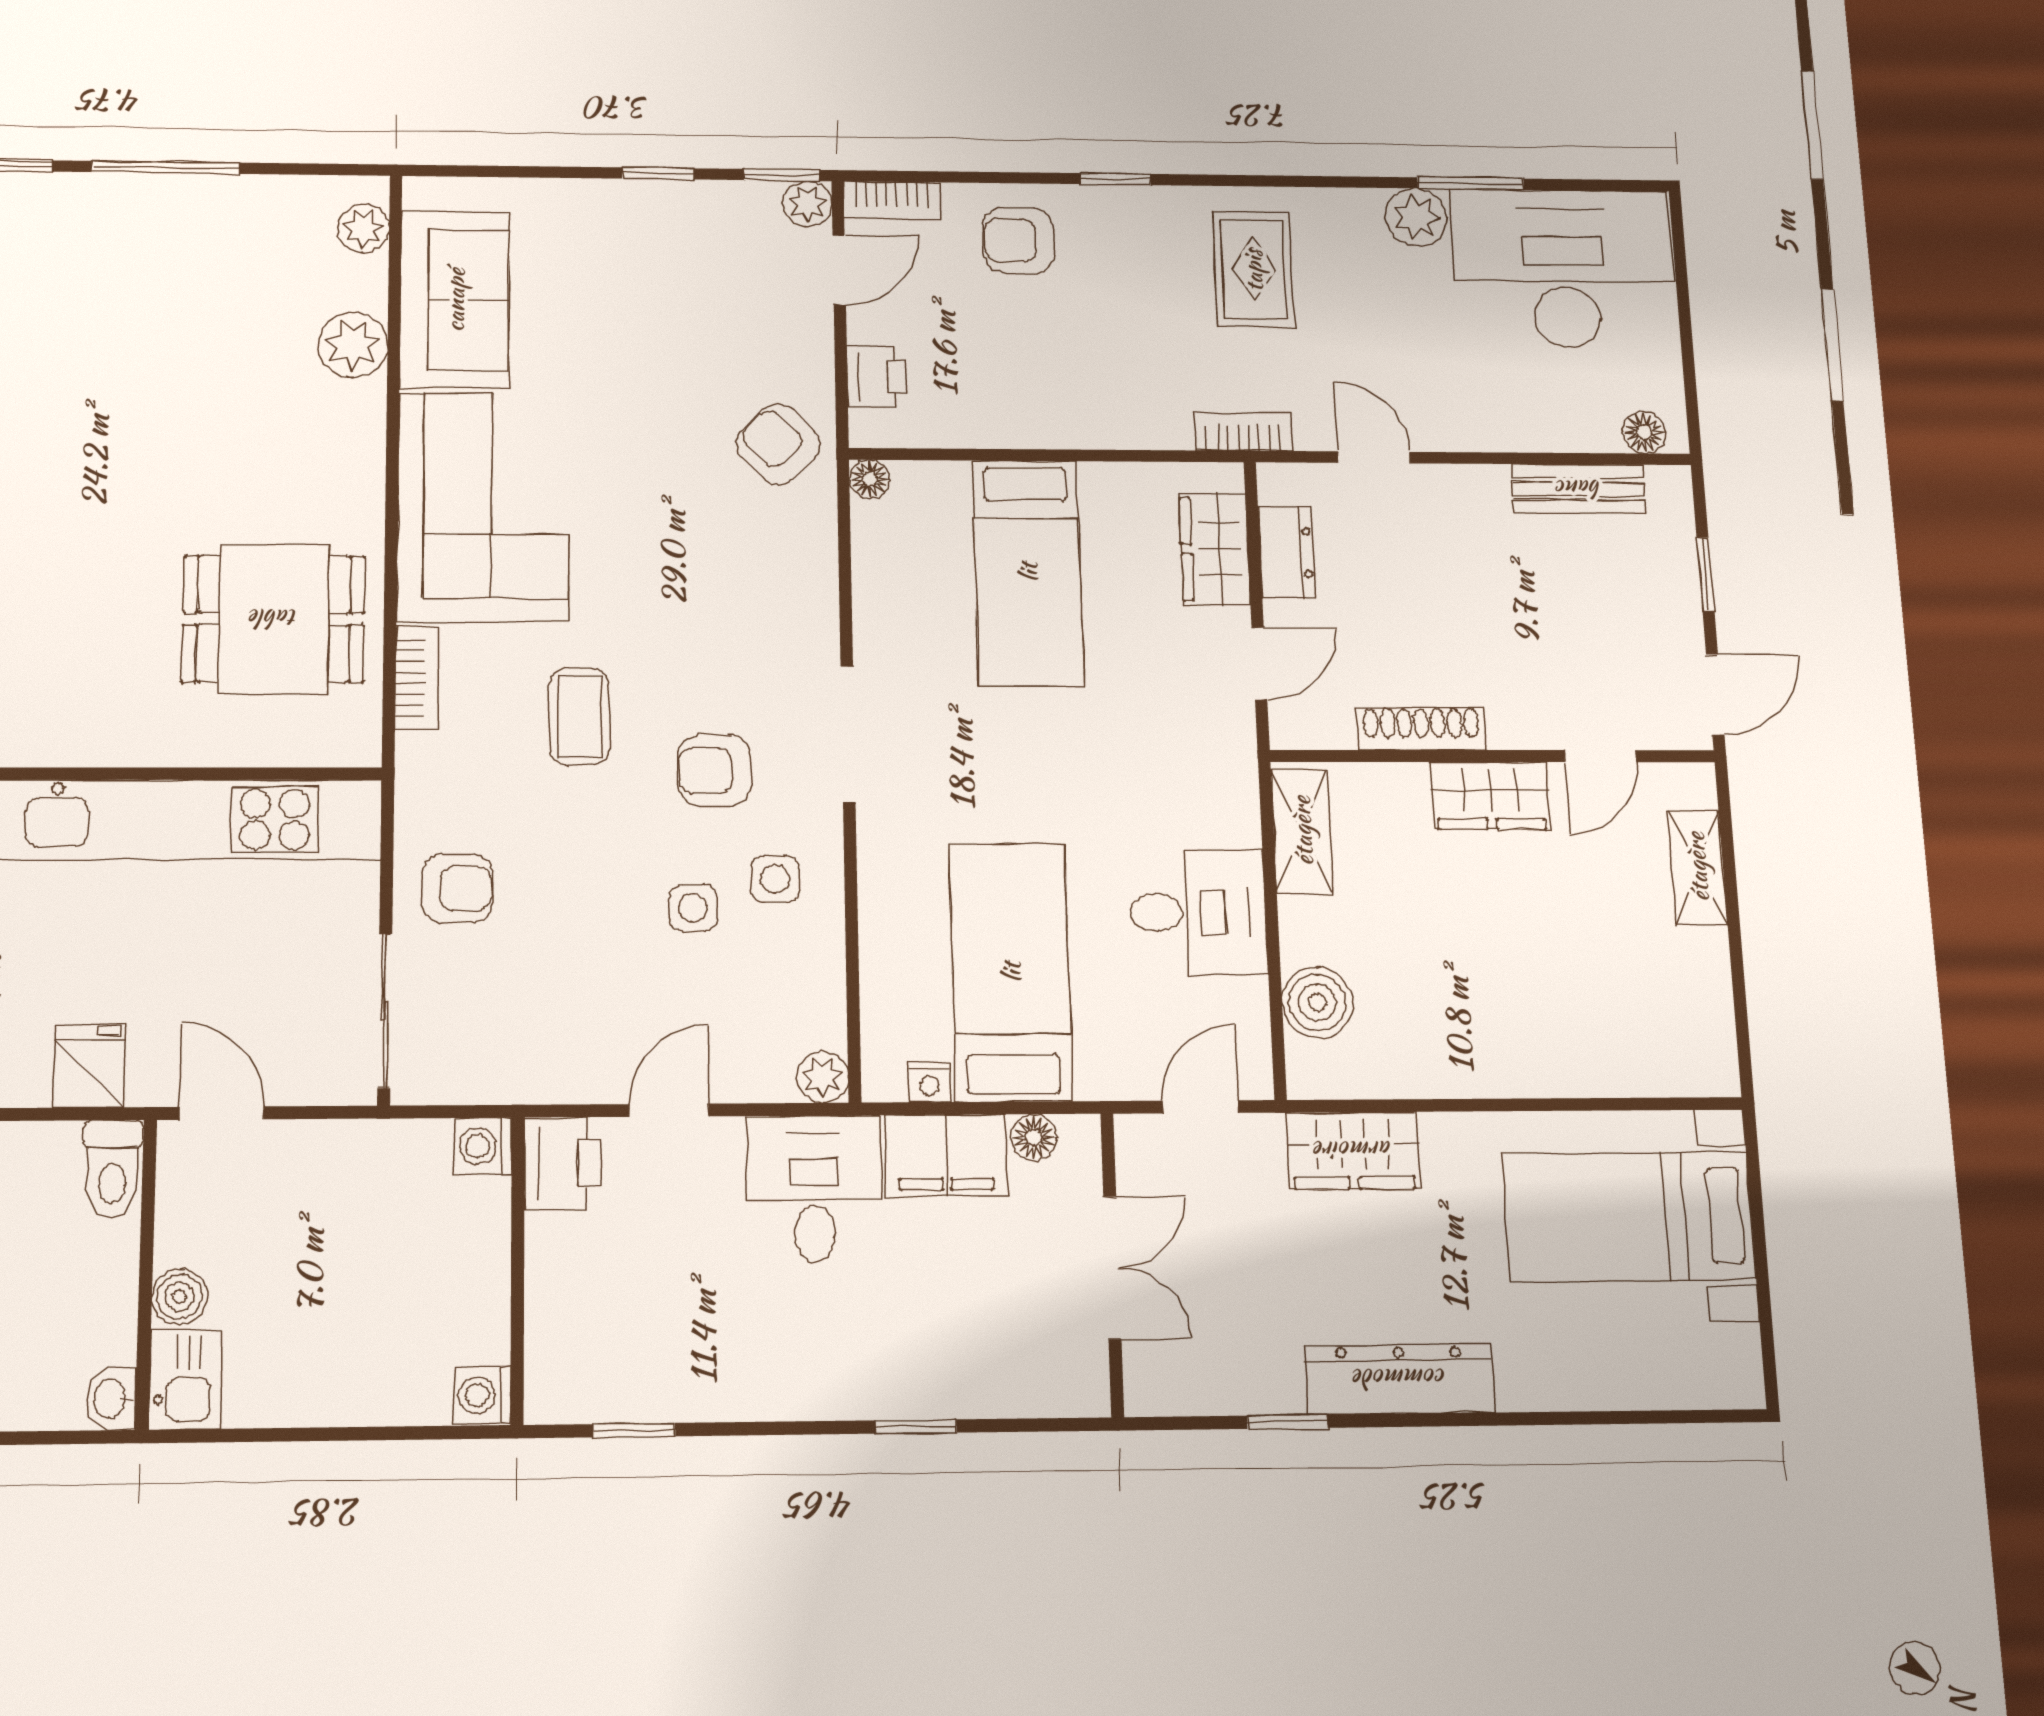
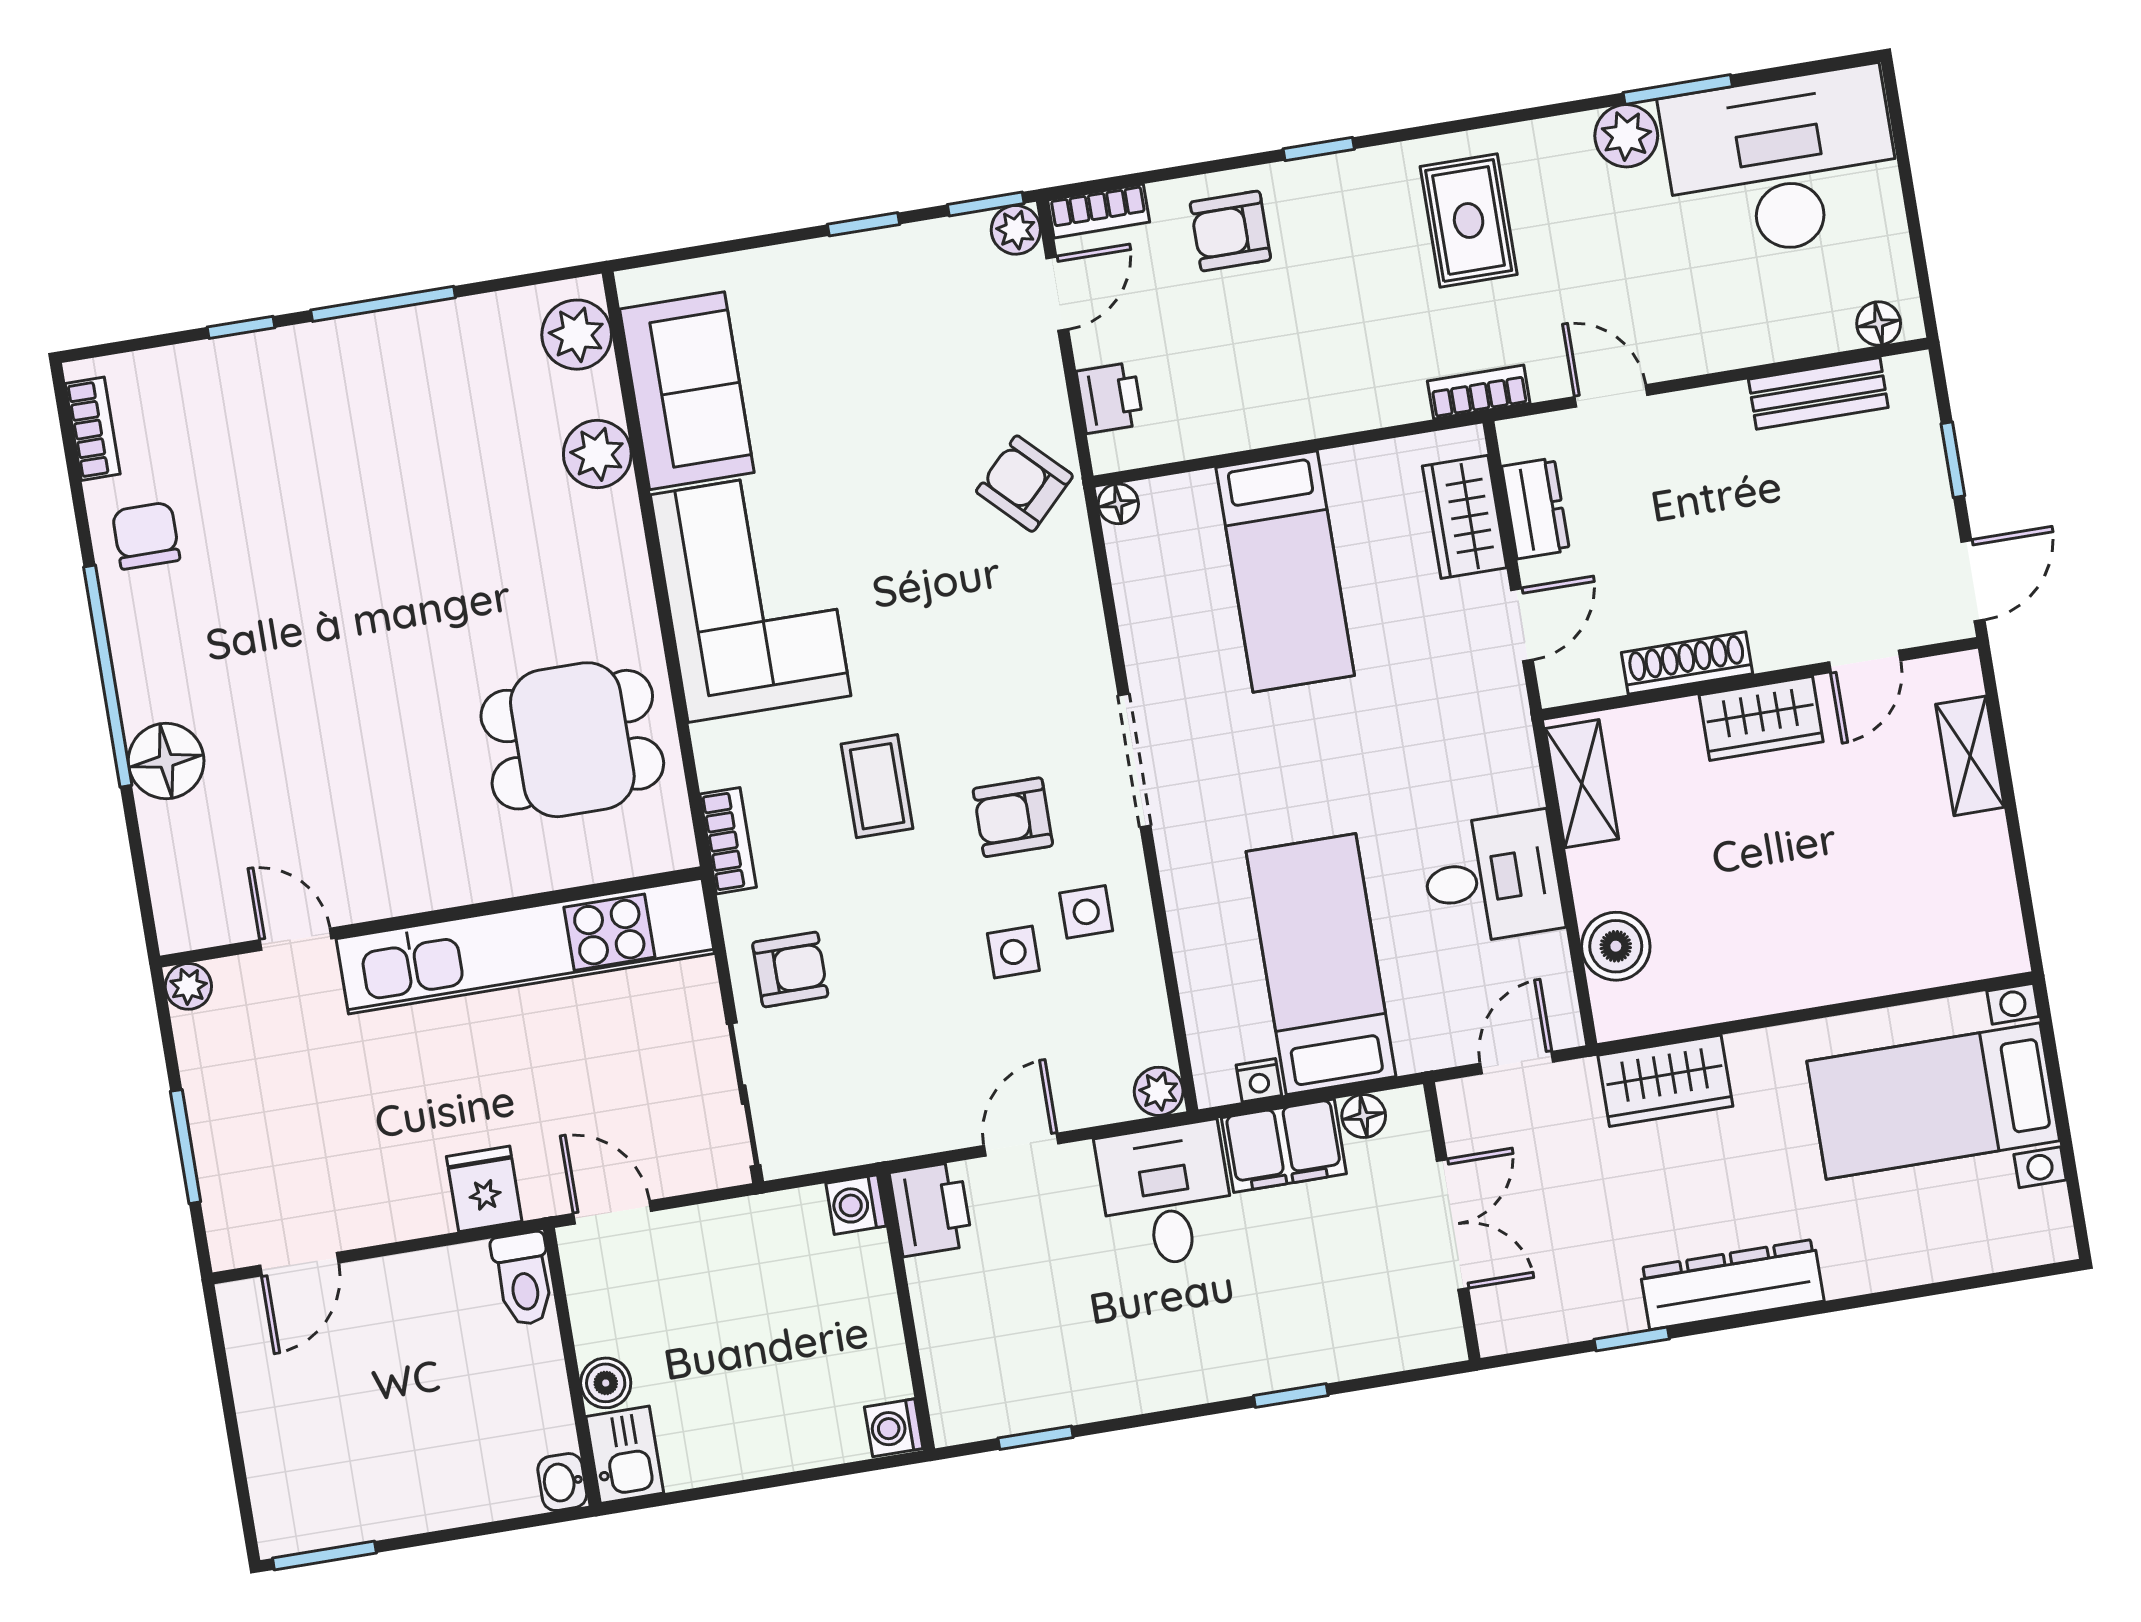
plant: (364, 229) -> (577, 335), width x1.38, depth x1.38
bookcase: (417, 678) -> (728, 841), moved

